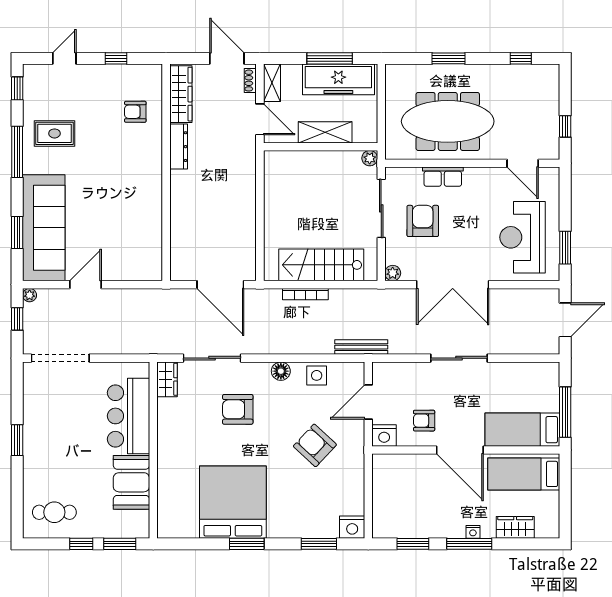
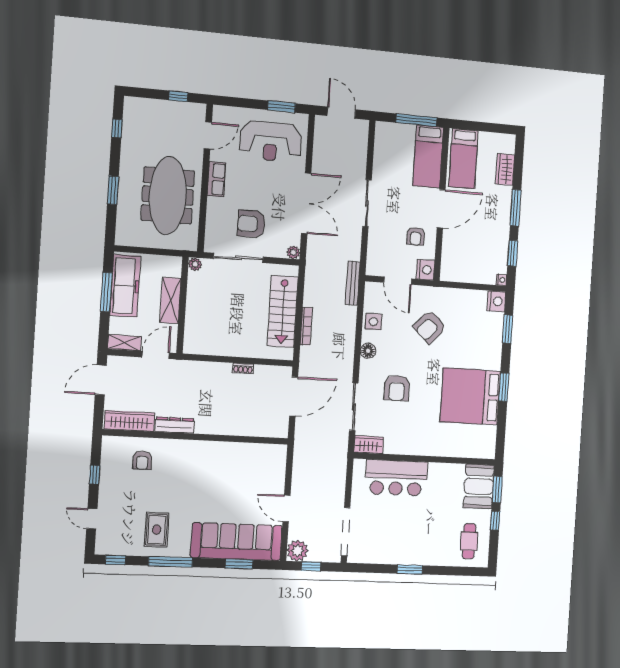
shoe rack: (250, 81) -> (243, 368), moved
row of seats: (443, 177) -> (216, 179), moved
plant: (30, 295) -> (297, 551), width x1.88, depth x1.88
booth: (131, 482) -> (479, 486), moved, turned 90
nightstand: (473, 532) -> (501, 280), moved

